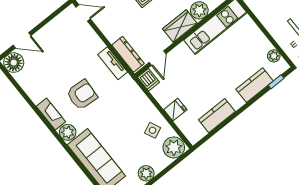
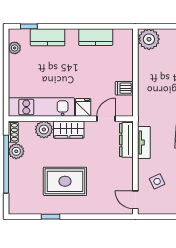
dishwasher: (149, 80) -> (124, 88), moved, turned -90
fridge: (175, 110) -> (83, 107), moved, turned 90
side table: (153, 130) -> (157, 181), moved

